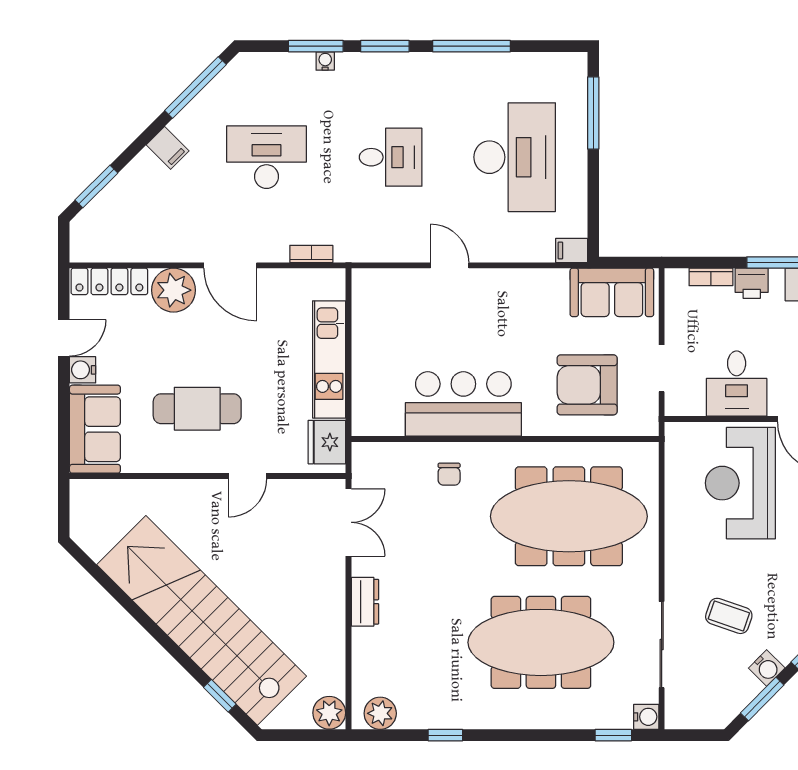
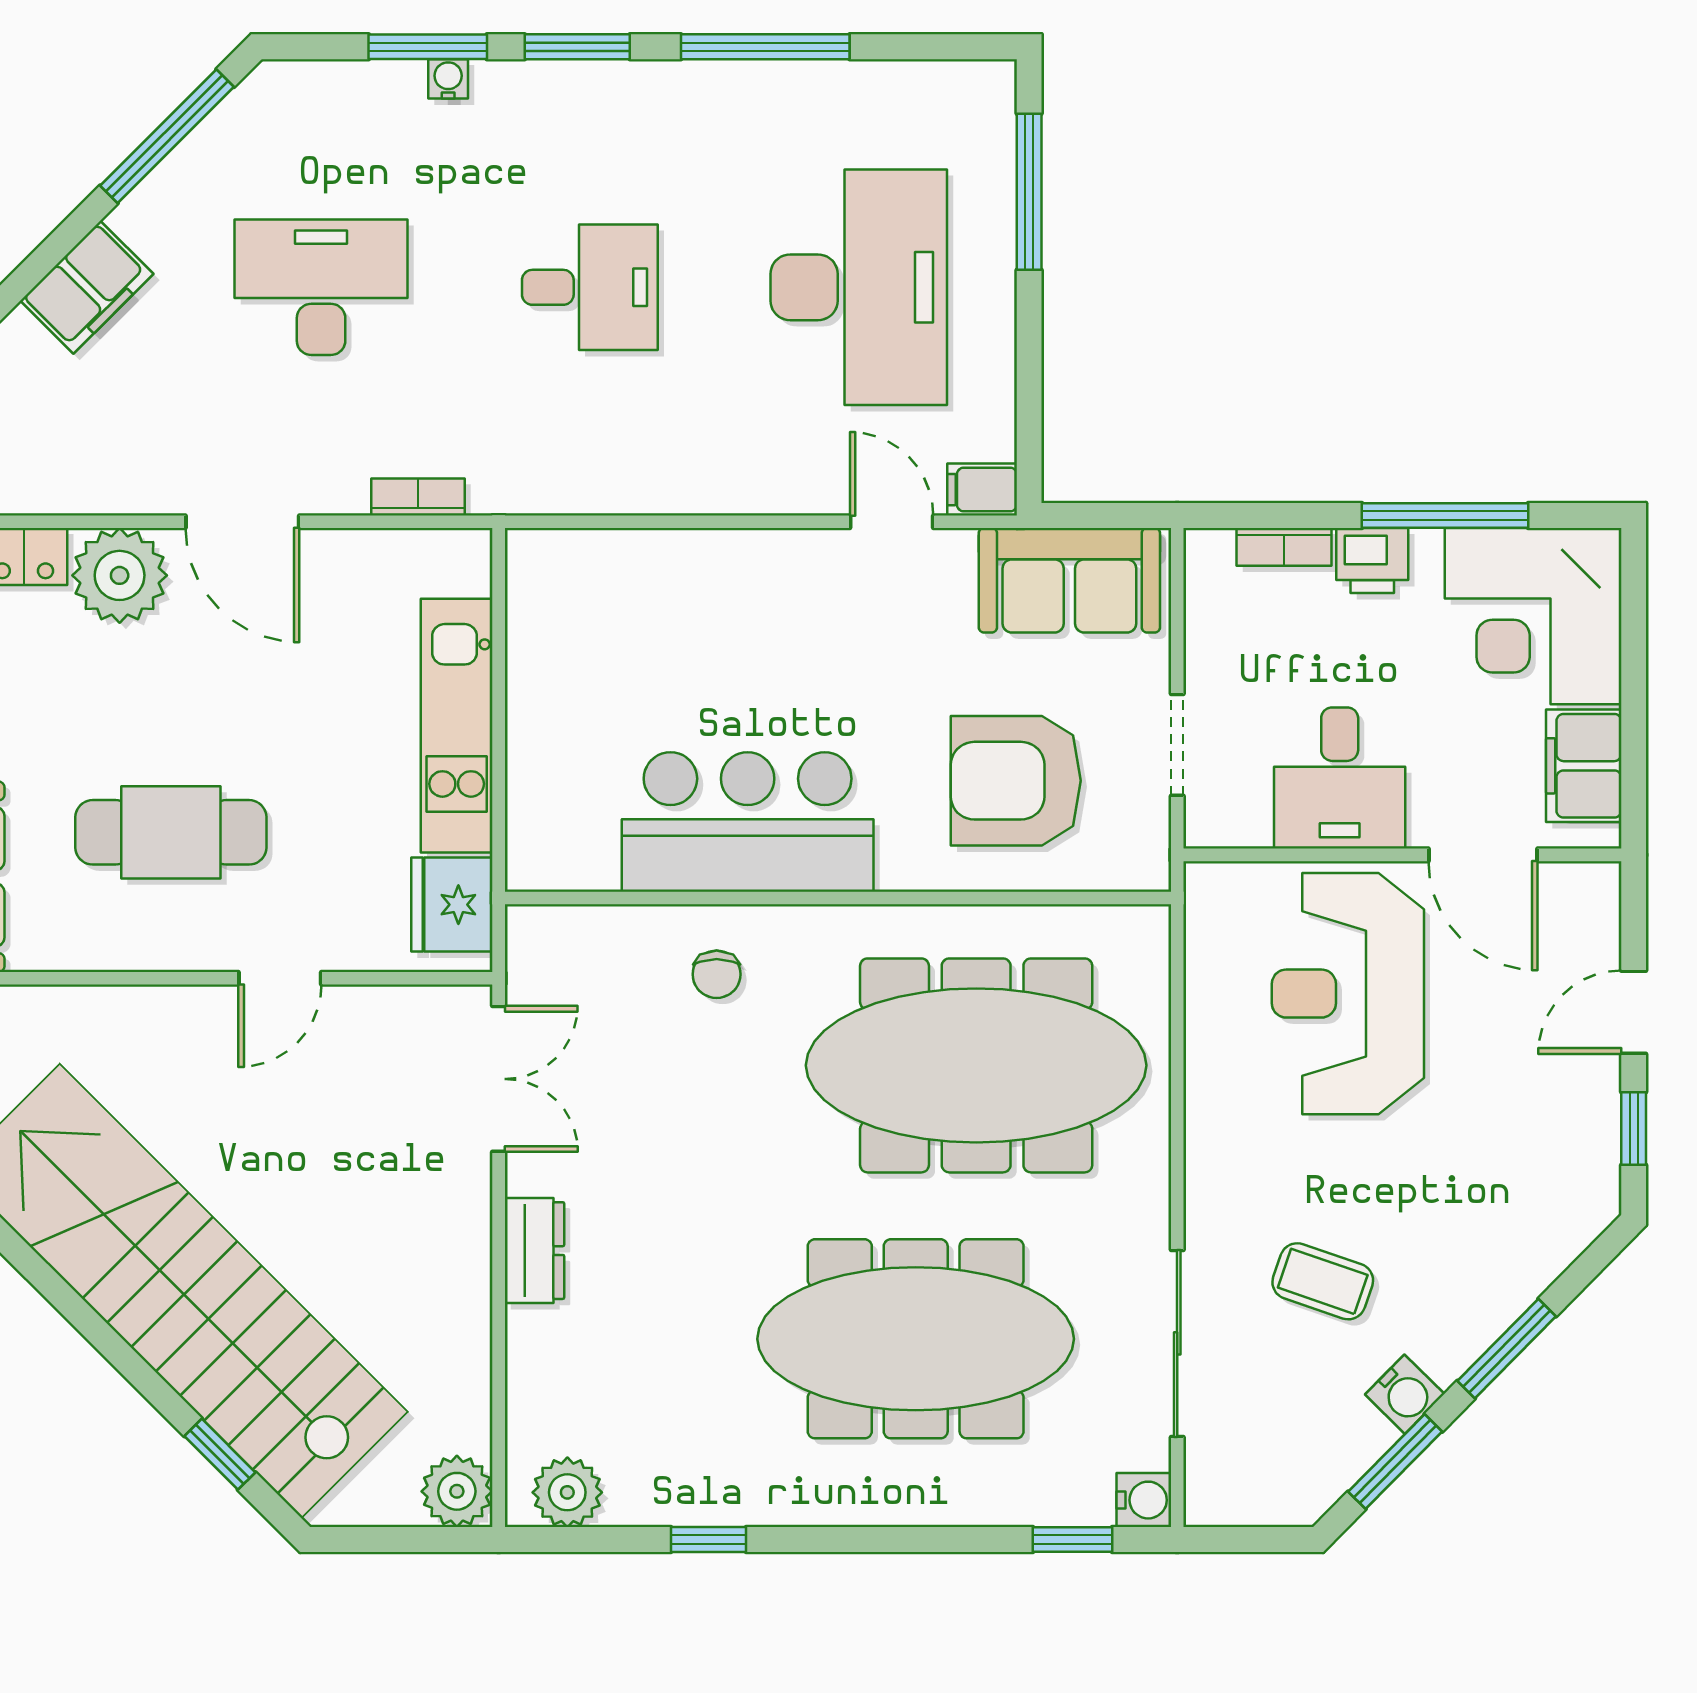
filing cabinet: (168, 148) -> (87, 287), width x2.00
door: (450, 265) -> (892, 522), moved

